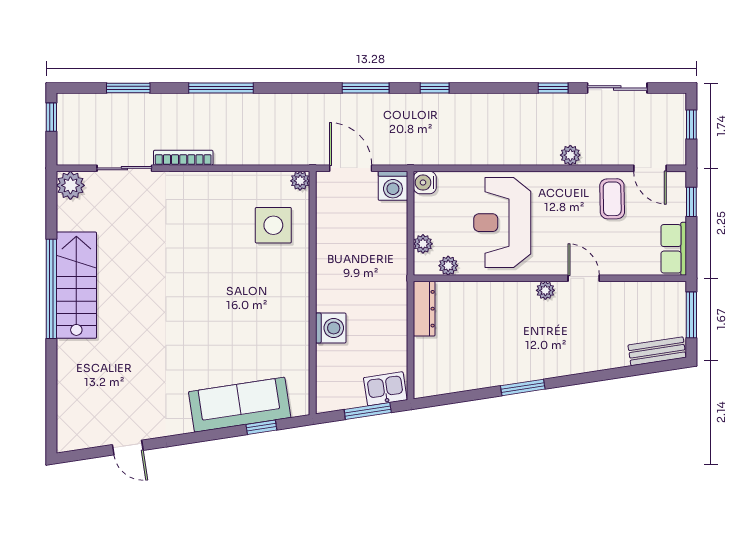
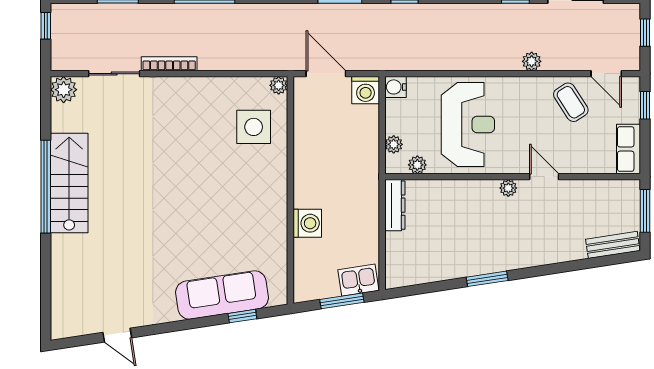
coffee table: (612, 199) -> (571, 102), turned -32
reception desk: (502, 223) -> (468, 124), turned 180

